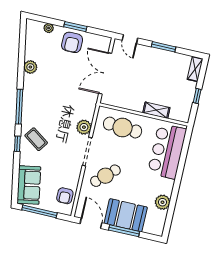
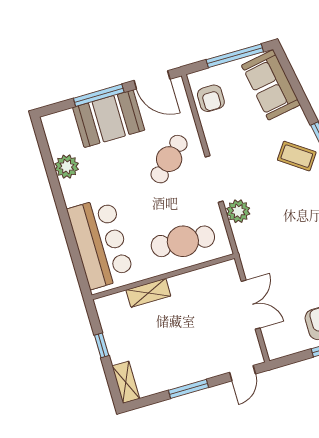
door: (130, 39) -> (242, 373), swing flipped
double door: (105, 73) -> (251, 305), width x0.73
armchair: (65, 196) -> (211, 98), turned 180

